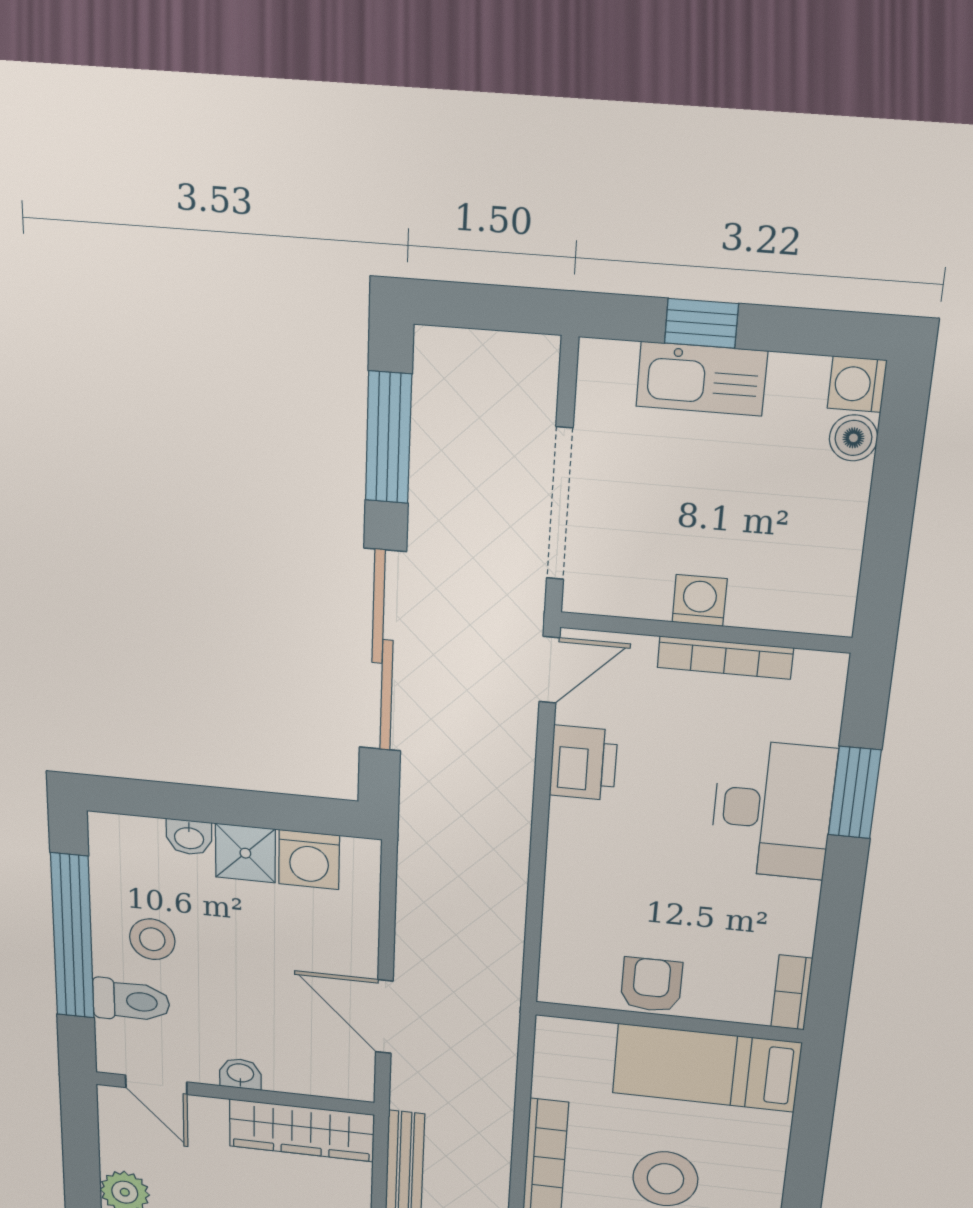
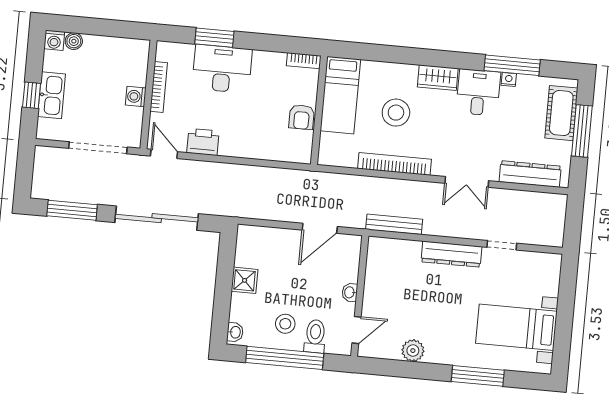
washbasin: (189, 837) -> (235, 332), moved
washing machine: (309, 860) -> (247, 254), removed
armchair: (651, 985) -> (302, 117), turned -90
wardrobe: (301, 1130) -> (377, 268), removed

